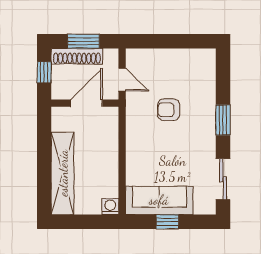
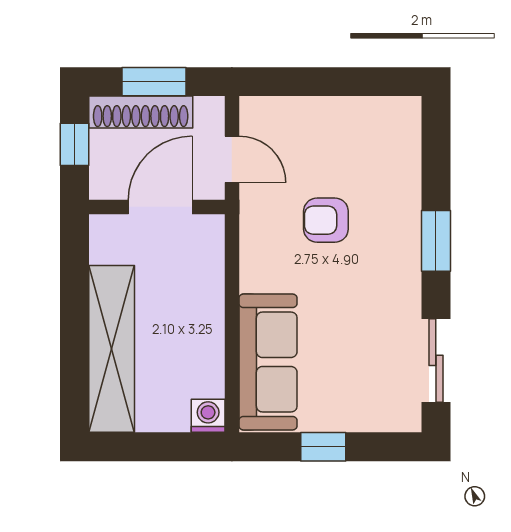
sofa: (159, 200) -> (268, 362), moved, turned 90

